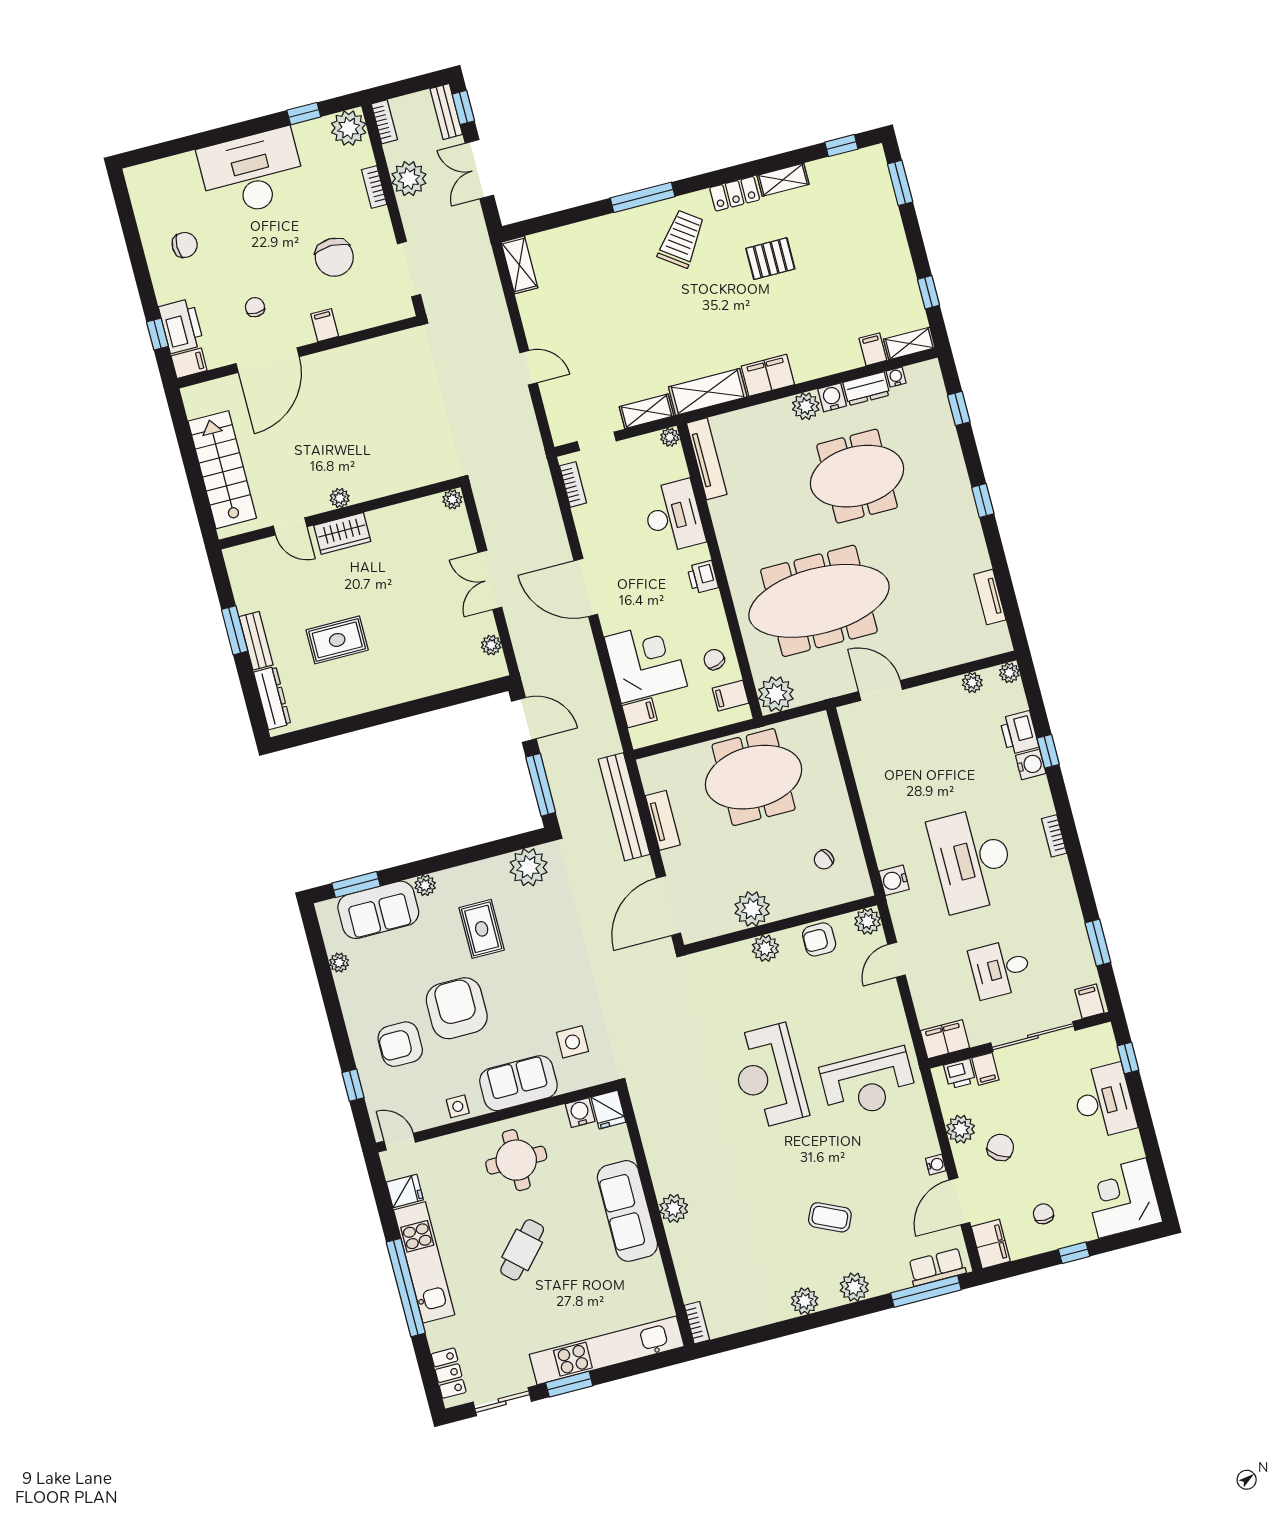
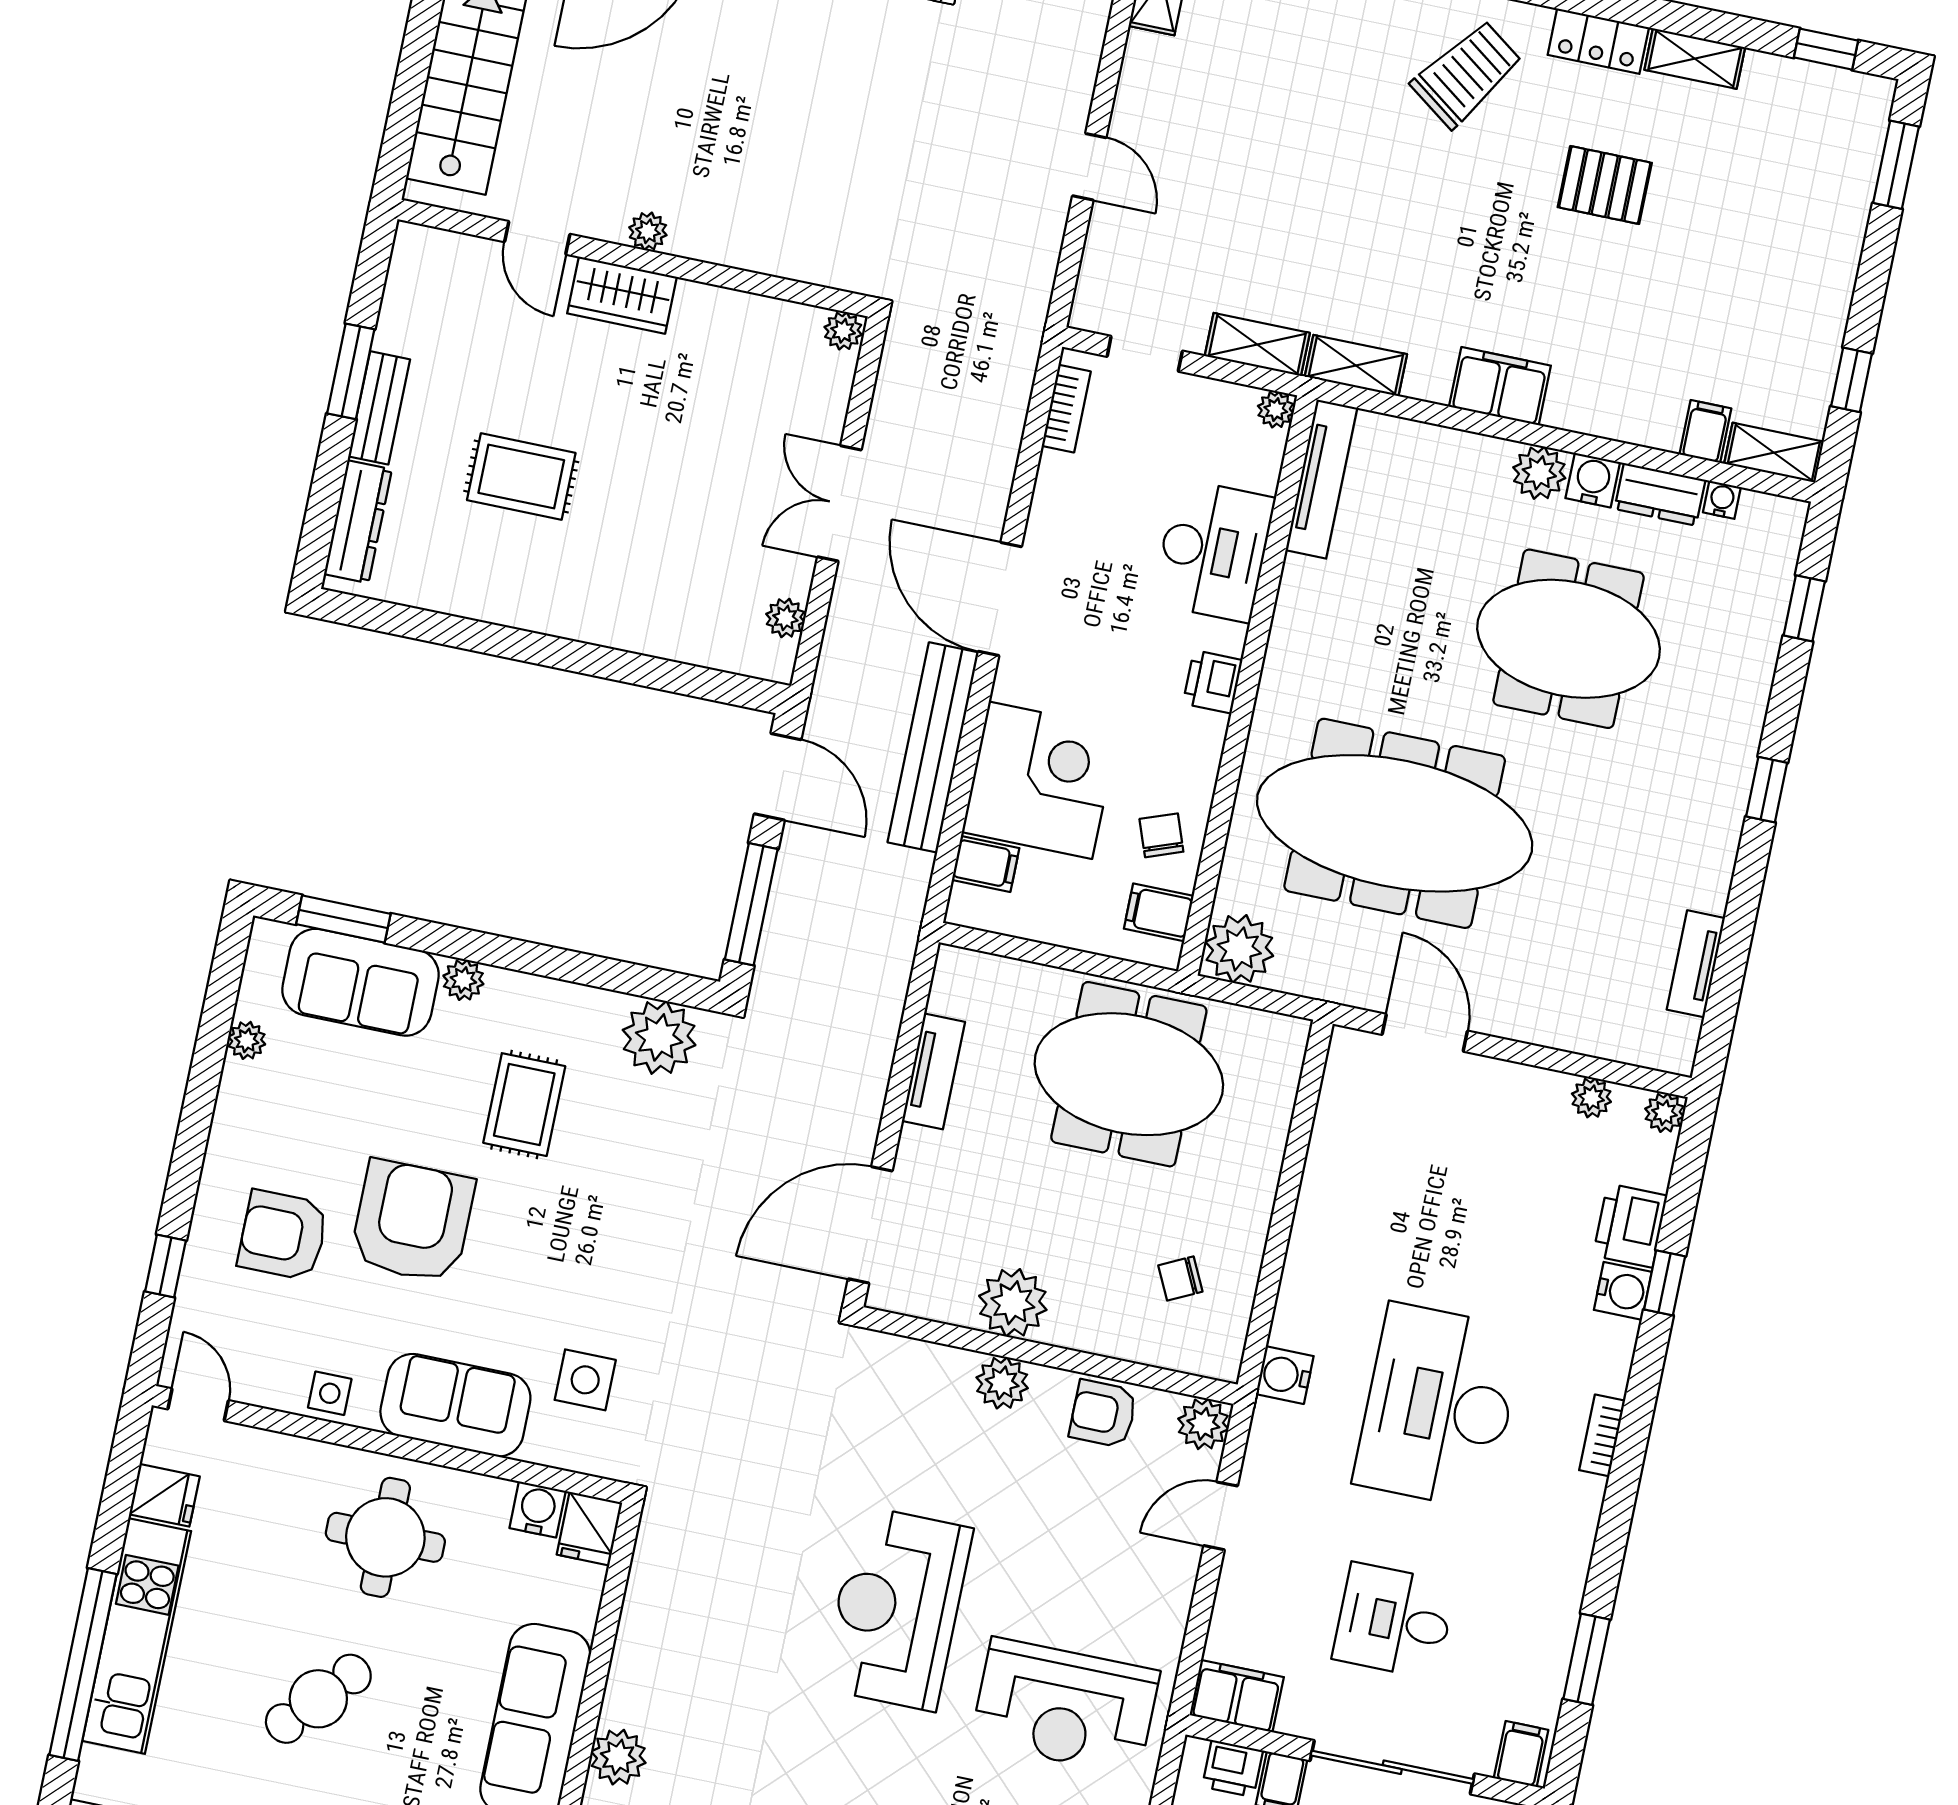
shelving: (708, 392) -> (1356, 366), width x0.67, depth x0.75
bench: (624, 807) -> (933, 747), moved

